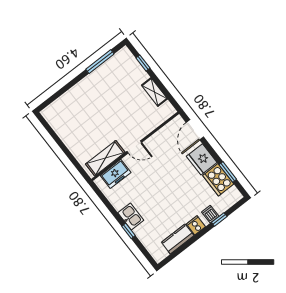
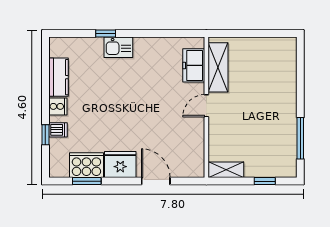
wall: (135, 146) -> (206, 107), moved
door: (134, 147) -> (206, 106), moved
shelving: (105, 158) -> (218, 67), moved
freezer: (116, 174) -> (194, 65), moved

